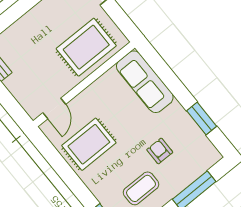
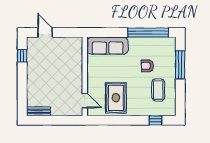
rug: (86, 47) -> (67, 61), removed
window: (202, 118) -> (148, 33), width x2.11

